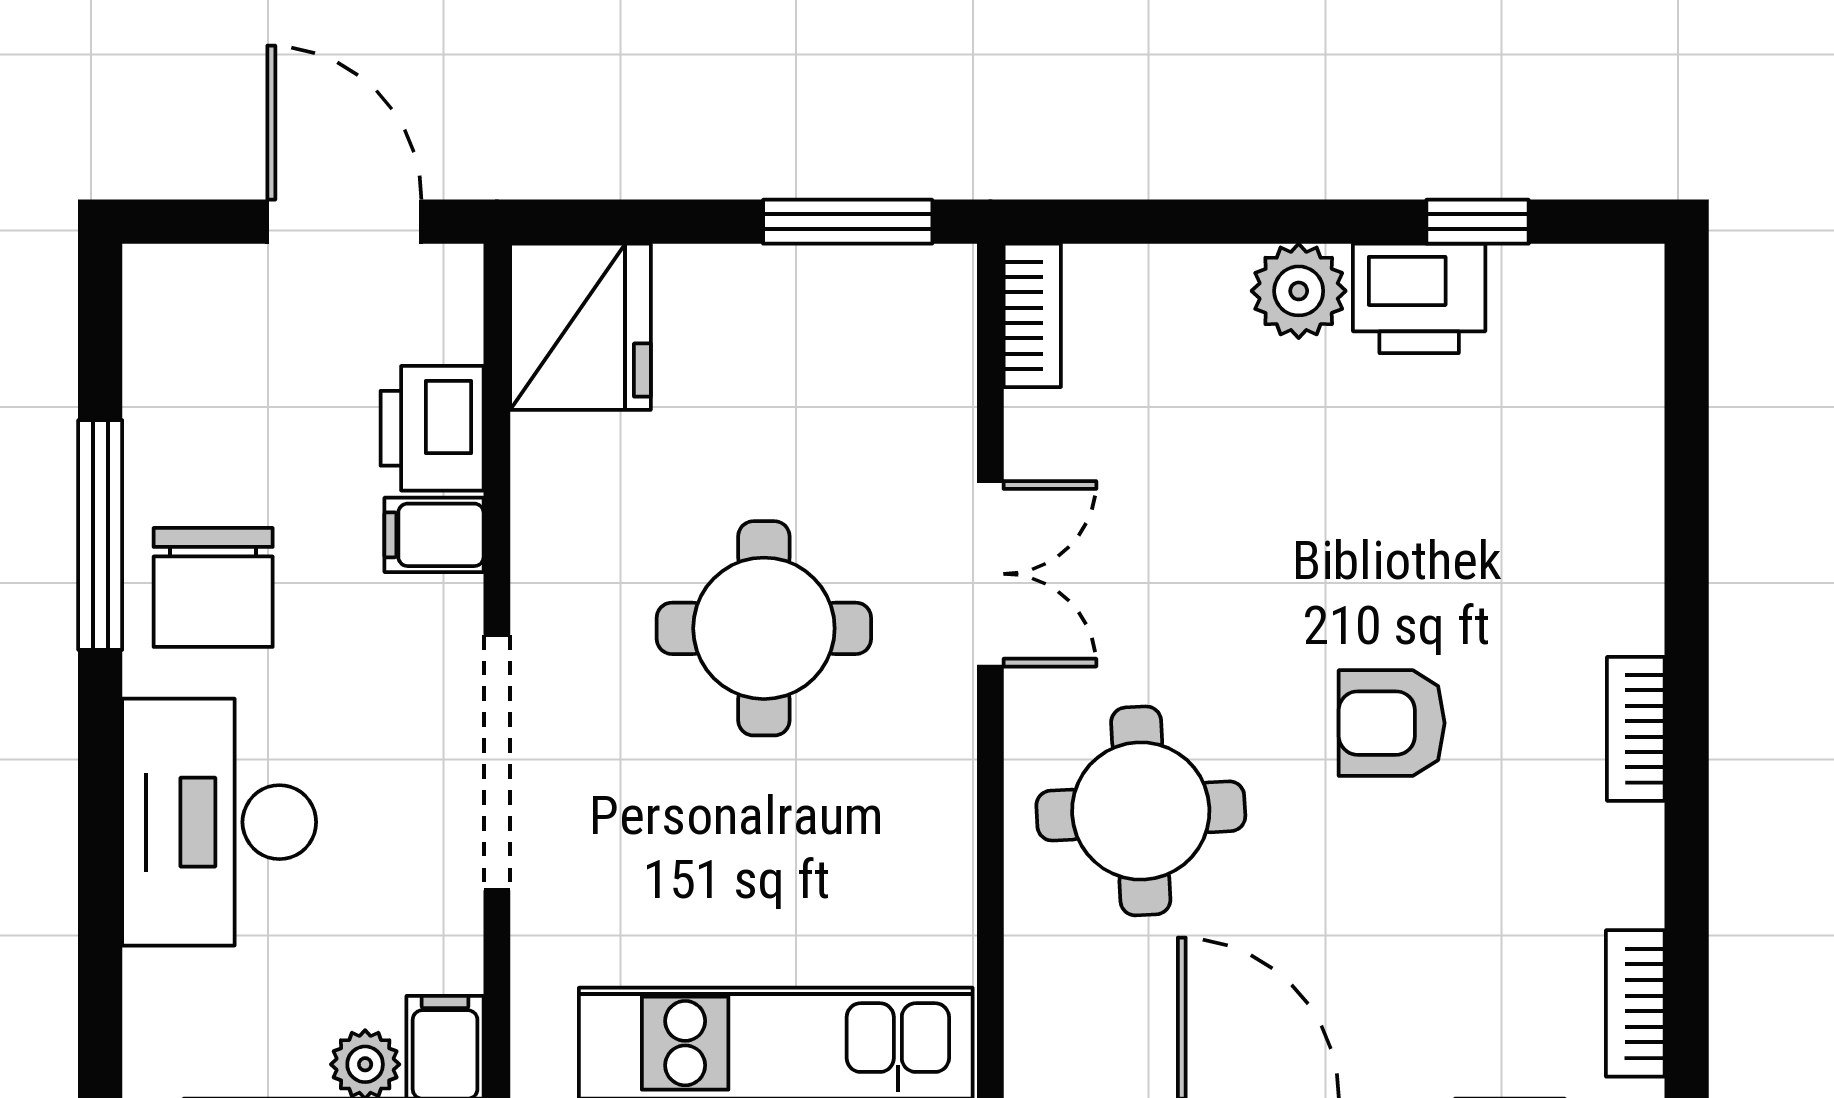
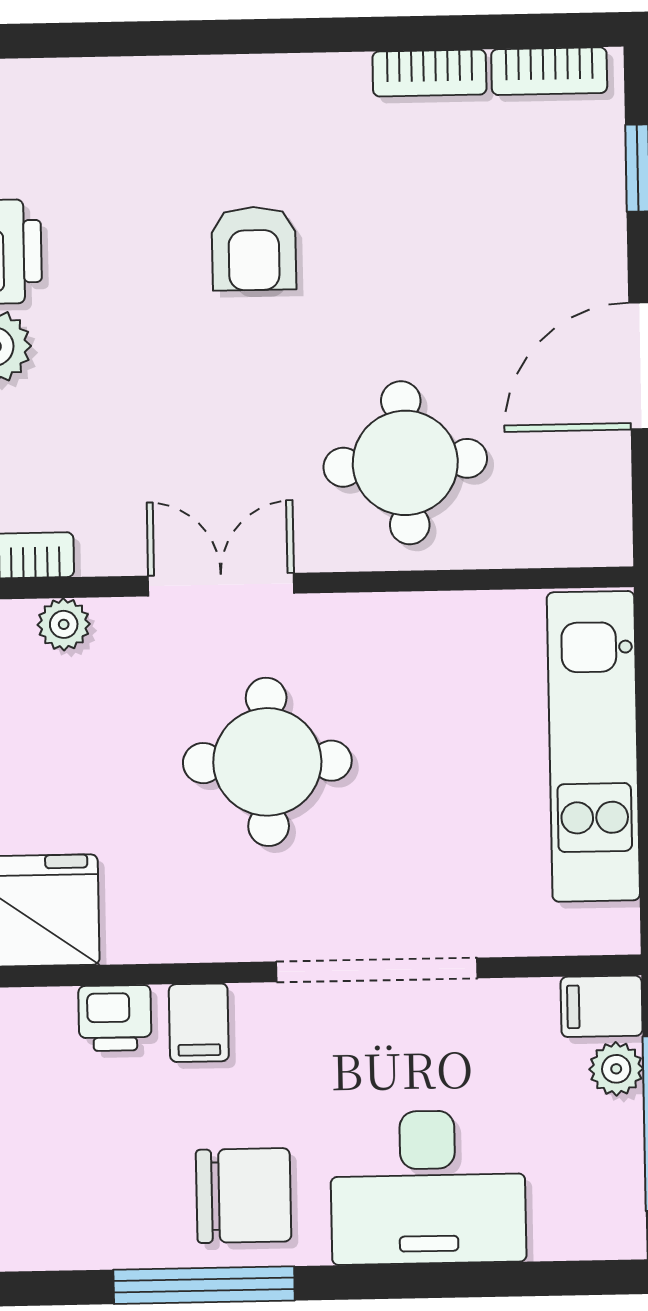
plant: (944, 373) -> (64, 624), added
printer: (432, 428) -> (115, 1018), width x0.73, depth x0.81
armchair: (1392, 723) -> (254, 248), moved
bookcase: (1636, 729) -> (429, 73), moved

